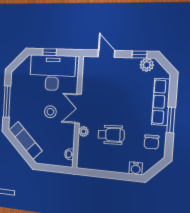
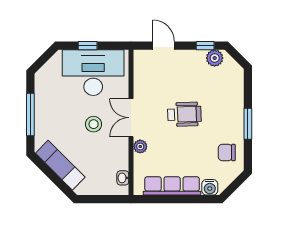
row of seats: (161, 102) -> (172, 186), moved, turned 90
wheelchair: (111, 135) -> (184, 114), moved
chair: (151, 142) -> (227, 152), turned 90

